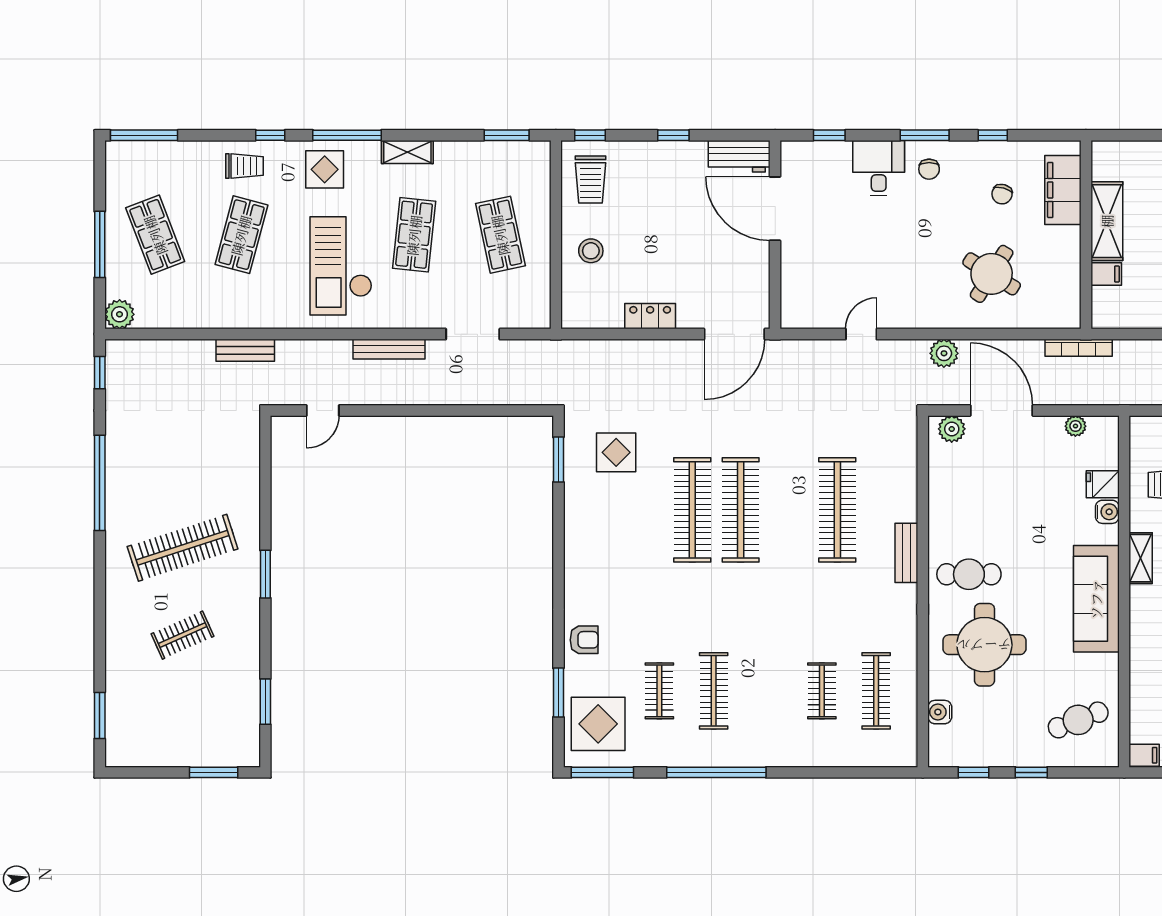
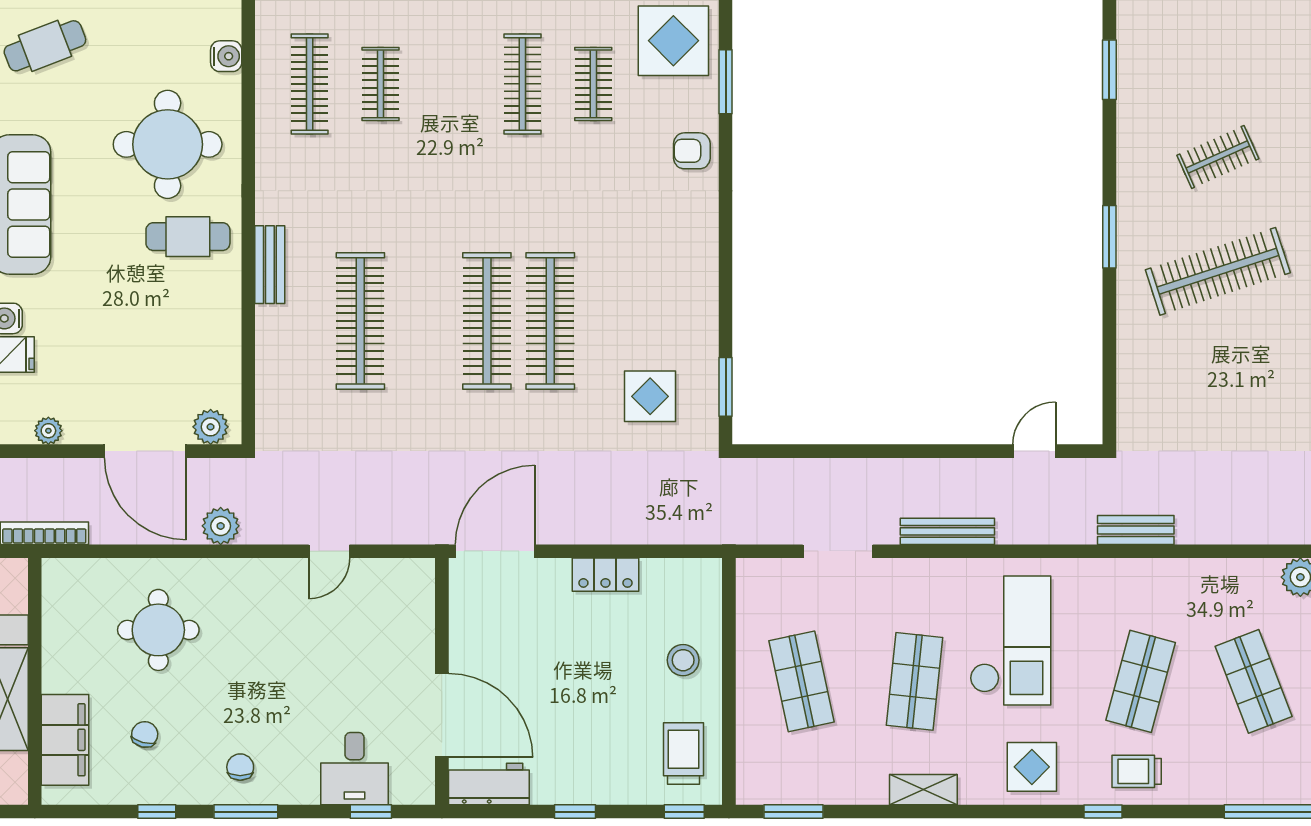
window: (347, 135) -> (1002, 812), removed
desk: (879, 168) -> (355, 769), moved
round table: (992, 274) -> (158, 630), turned -32

